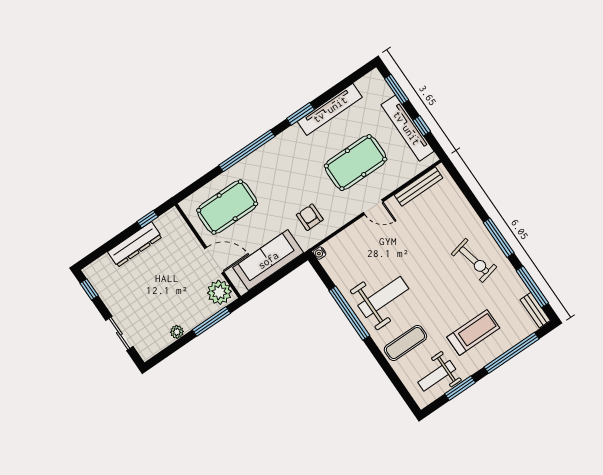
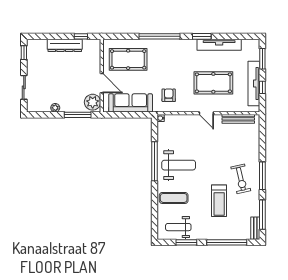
treadmill: (473, 332) -> (219, 201), moved, turned 90

